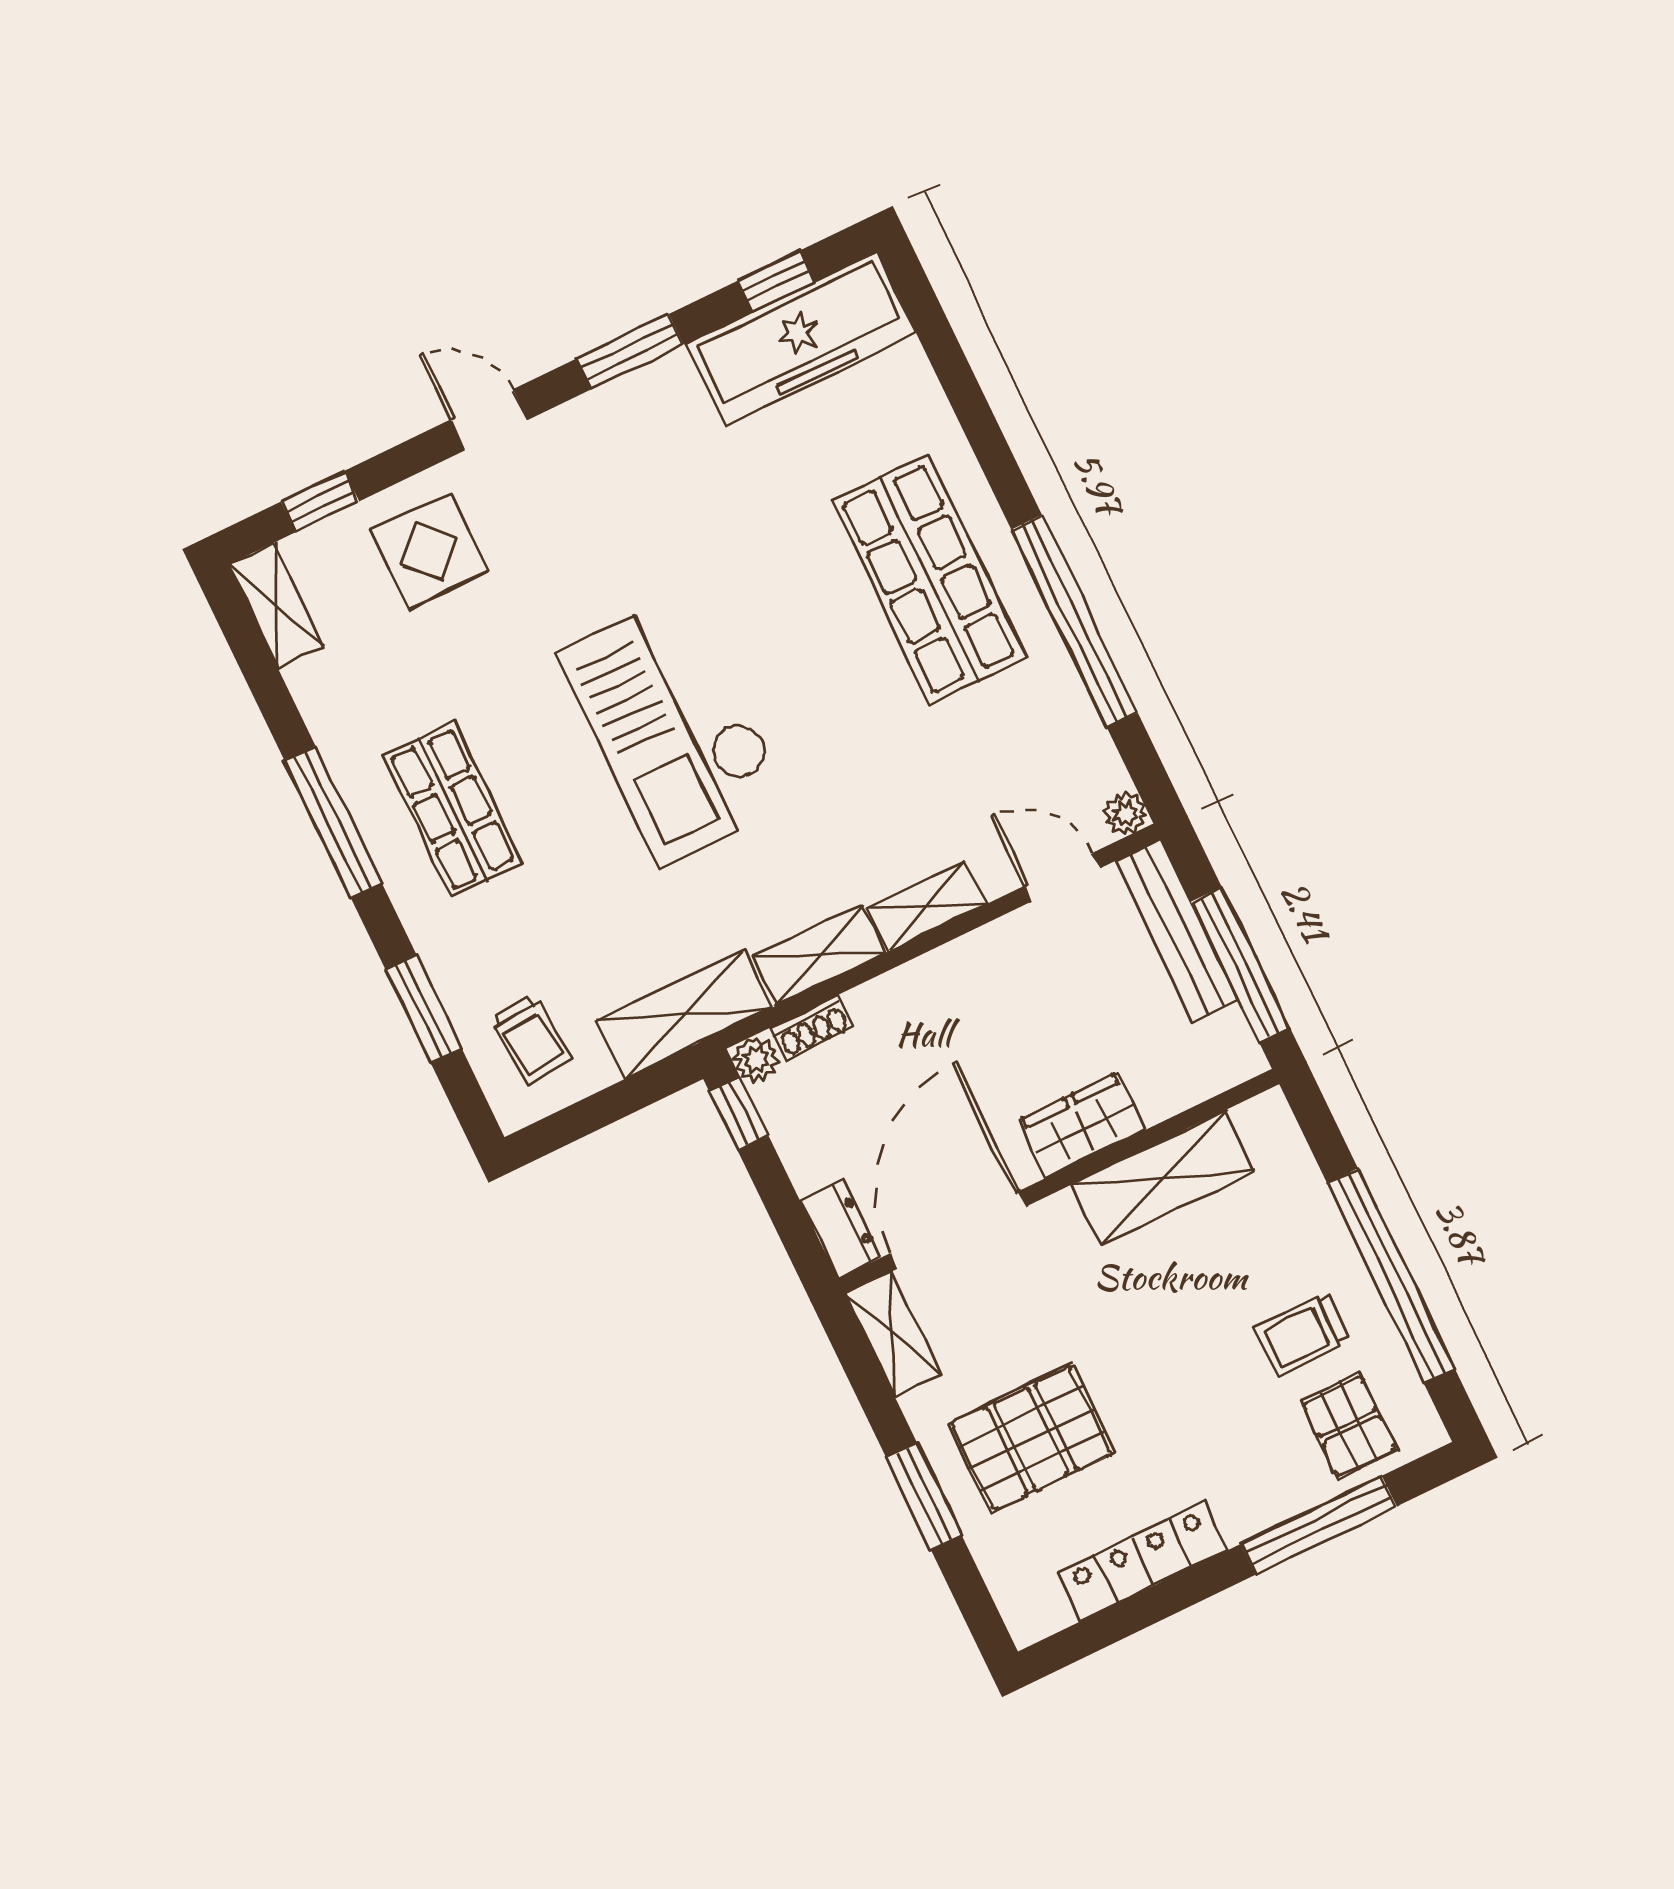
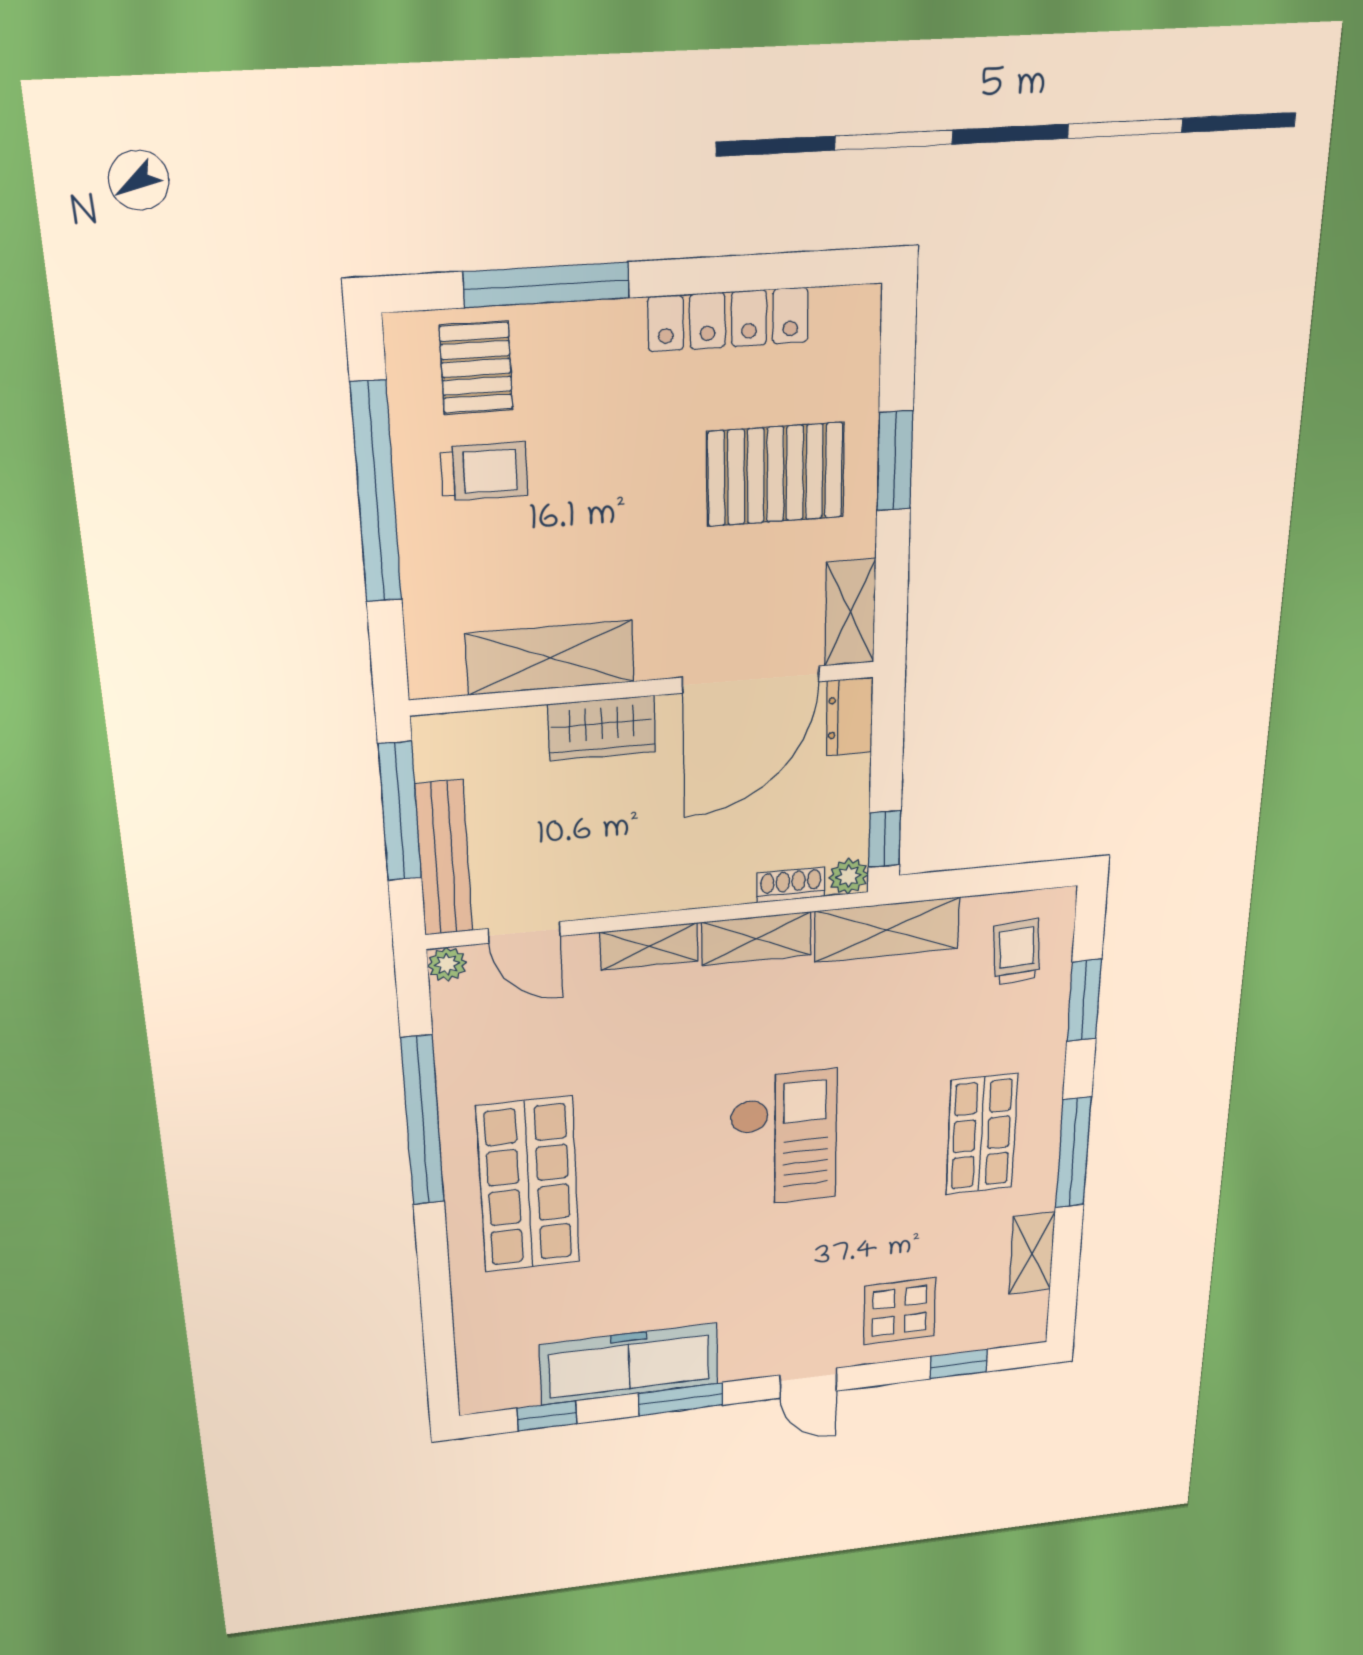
freezer: (801, 338) -> (629, 1364), moved
shelving: (276, 605) -> (1032, 1253), moved
checkout: (675, 729) -> (783, 1139), width x0.73, depth x0.83

